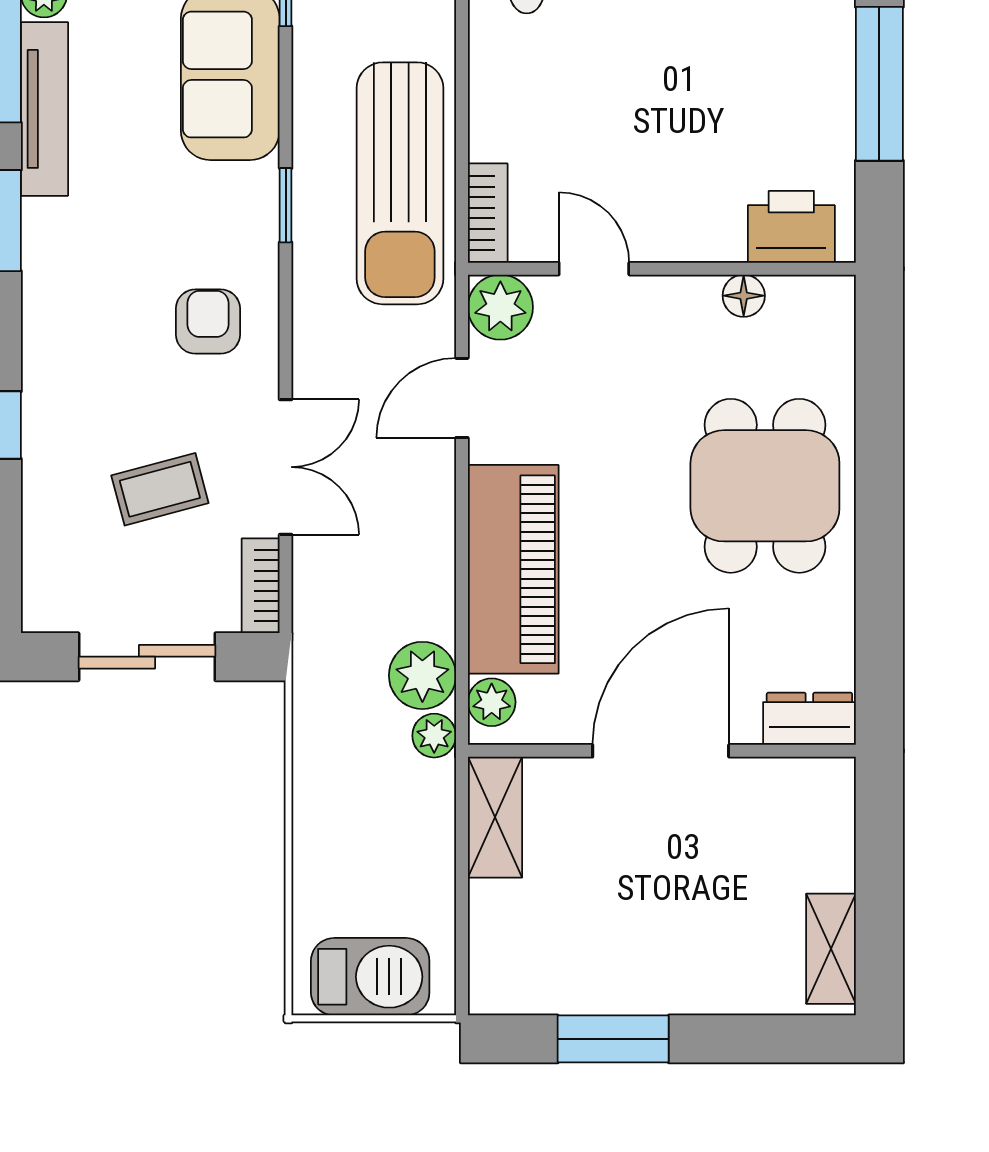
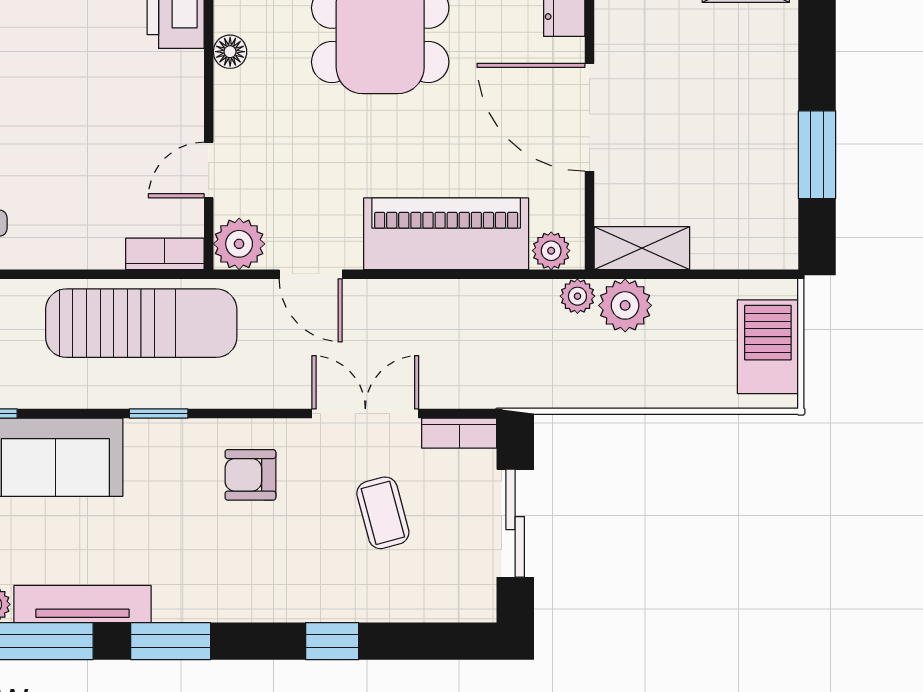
plant: (422, 675) -> (625, 305), moved

